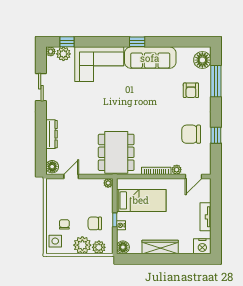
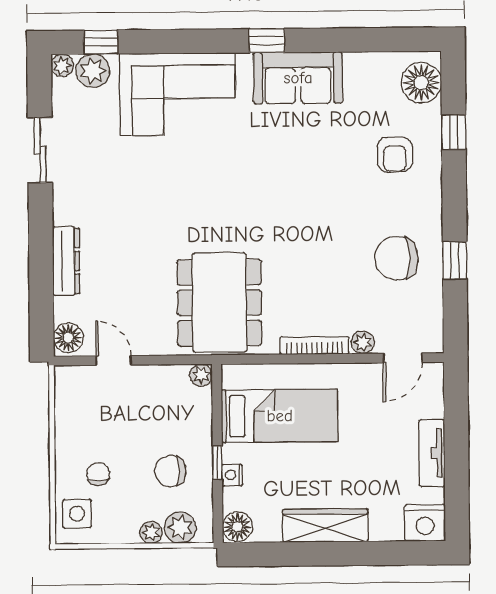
sofa: (150, 58) -> (298, 78), width x0.73
window: (216, 81) -> (454, 132), width x0.46
door: (71, 176) -> (114, 360), hinge flipped
plant: (82, 245) -> (151, 532), width x0.53, depth x0.53

